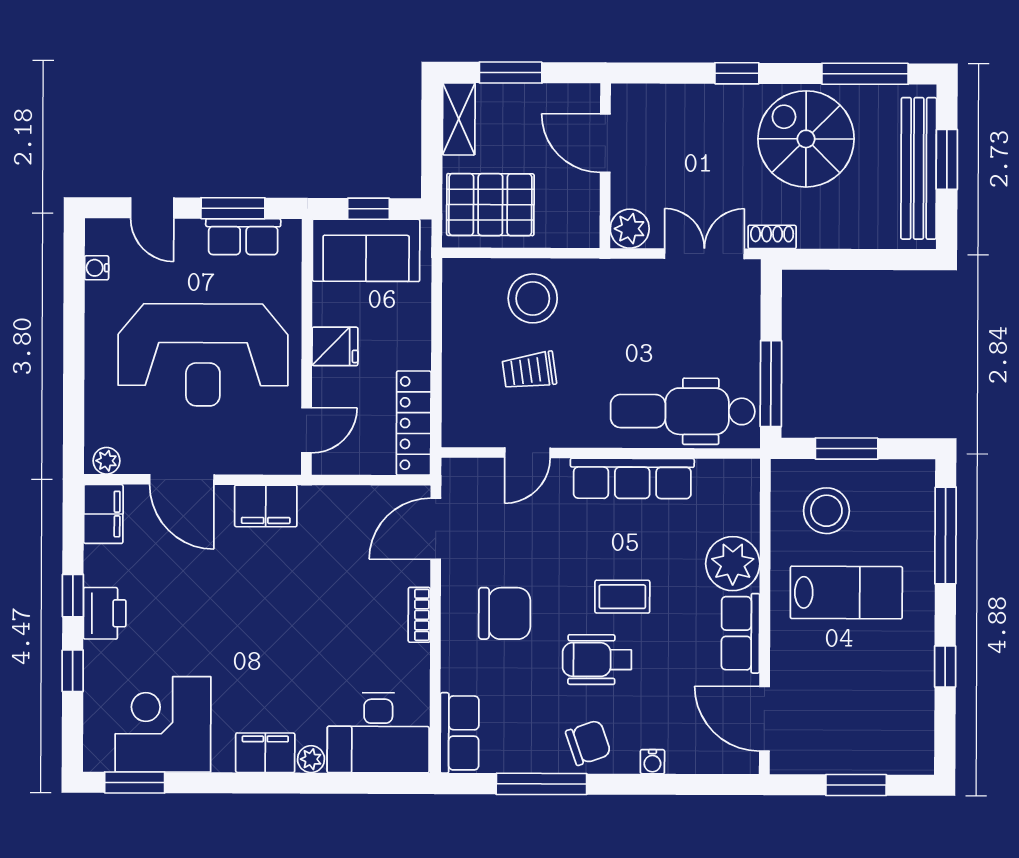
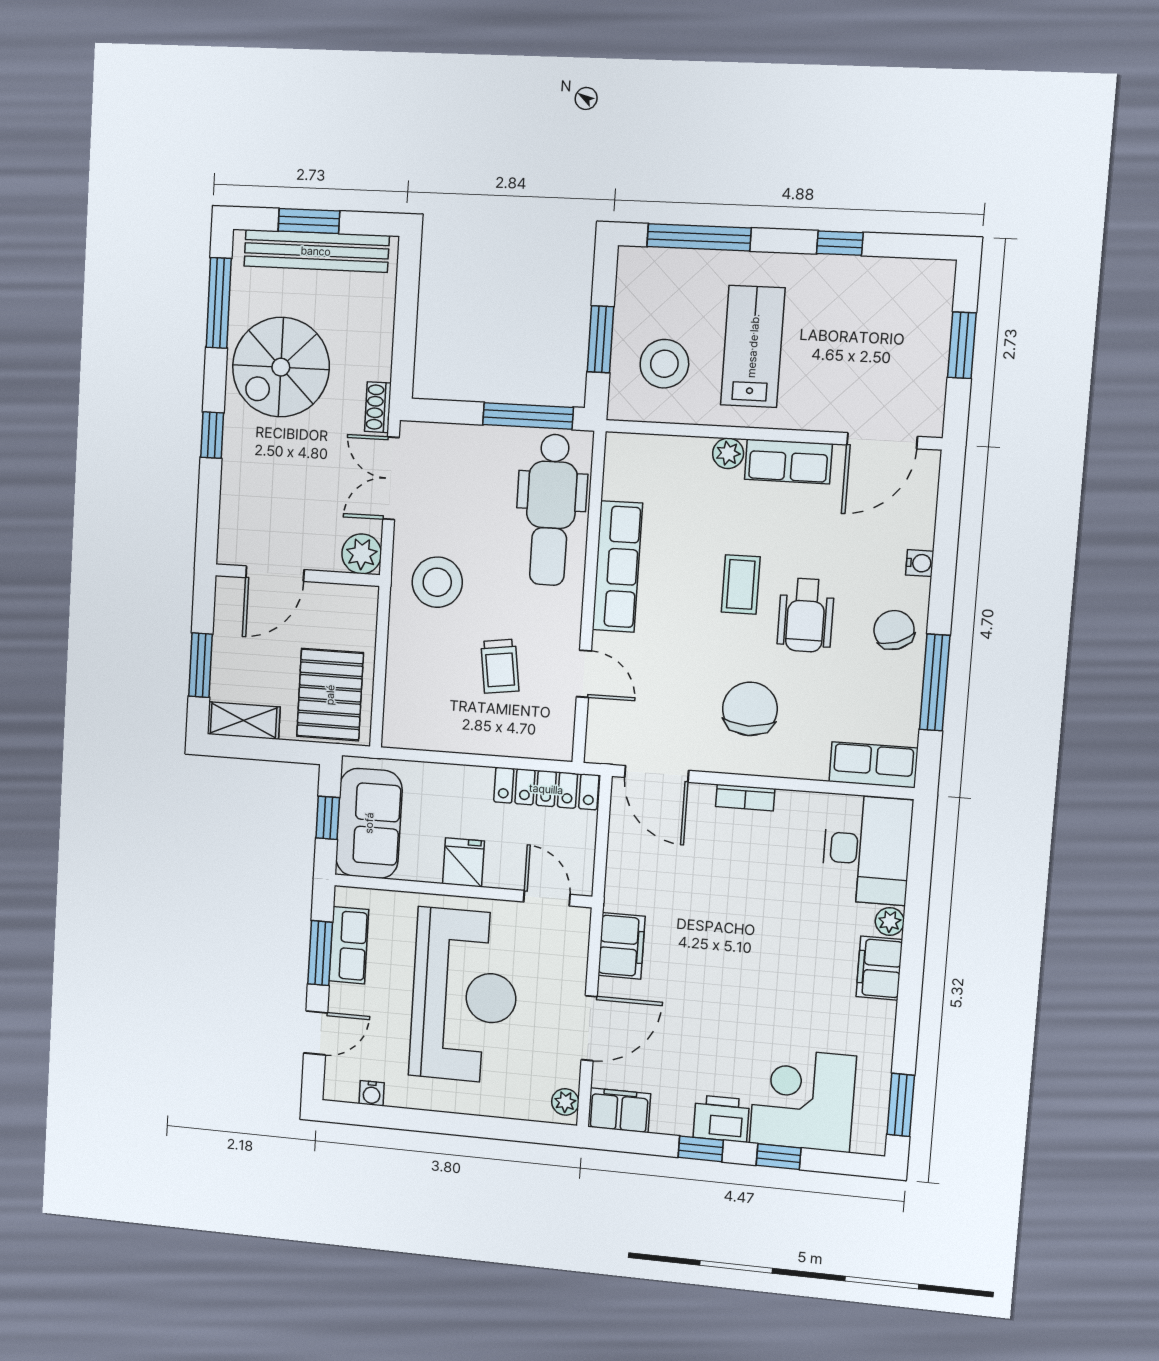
stool: (533, 298) -> (437, 582), moved
plant: (733, 564) -> (728, 453), width x0.53, depth x0.53
corner desk: (163, 724) -> (803, 1100), moved, turned 90

